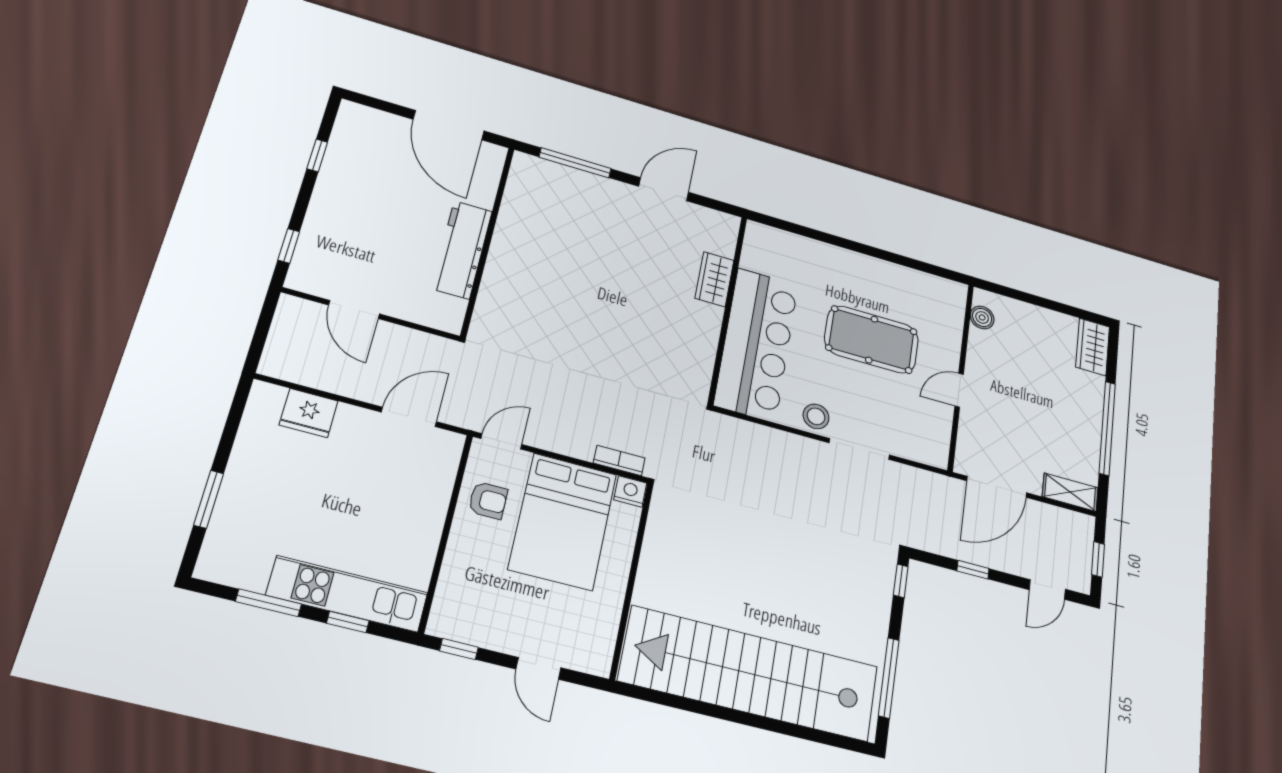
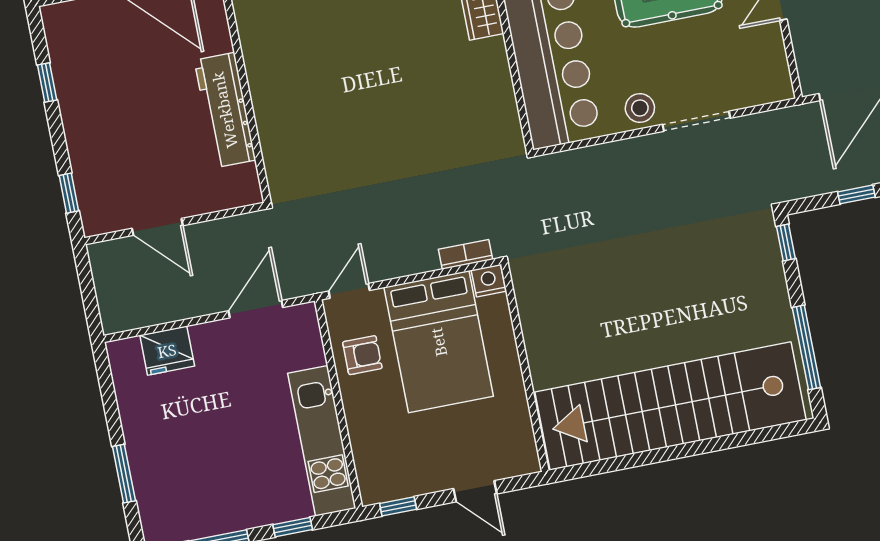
kitchen unit: (347, 594) -> (322, 441), moved, turned -90

